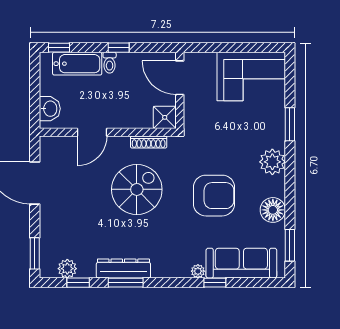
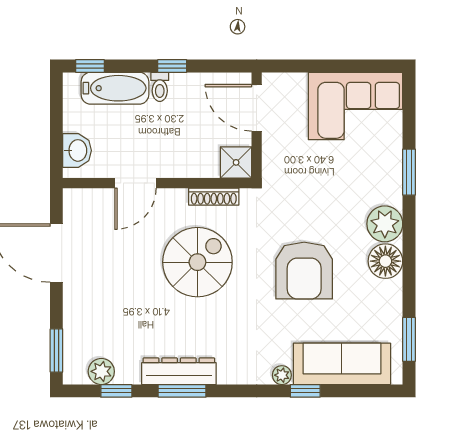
armchair: (214, 196) -> (304, 271), turned 90
floor lamp: (273, 210) -> (385, 261), moved

